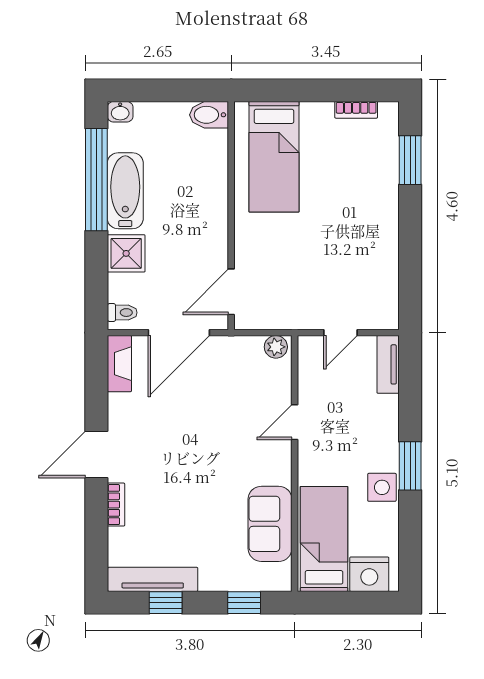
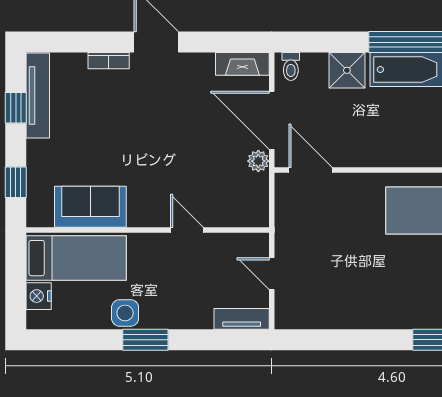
plant: (276, 347) -> (258, 161), moved
nightstand: (369, 574) -> (39, 296), width x0.74, depth x0.75

